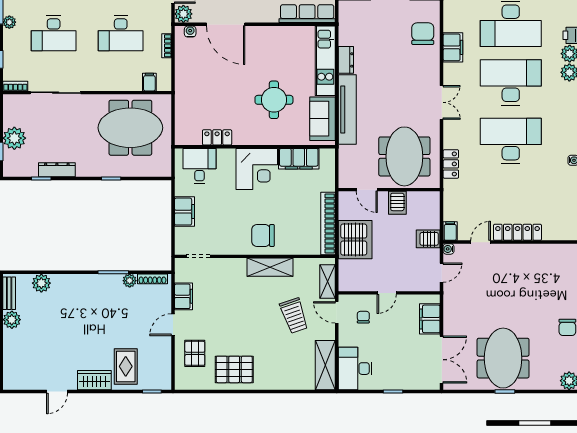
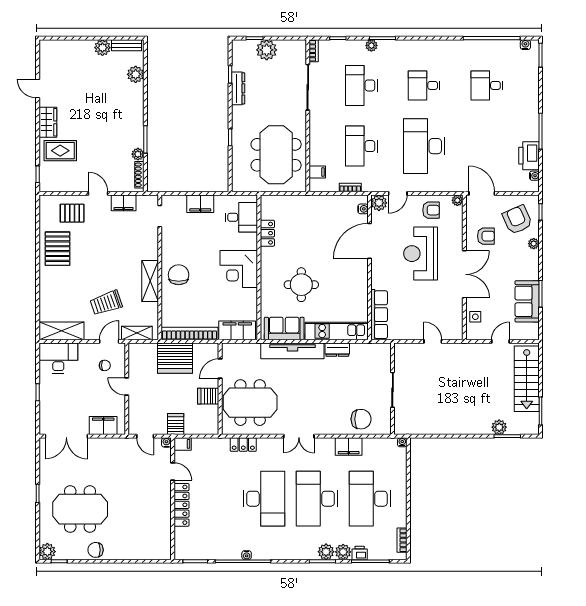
desk: (511, 82) -> (317, 499), turned 180
filing cabinet: (299, 159) -> (237, 330), moved, turned 90
meeting table: (503, 358) -> (80, 509), moved

